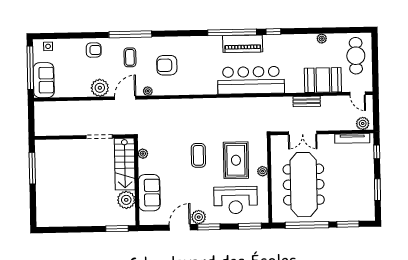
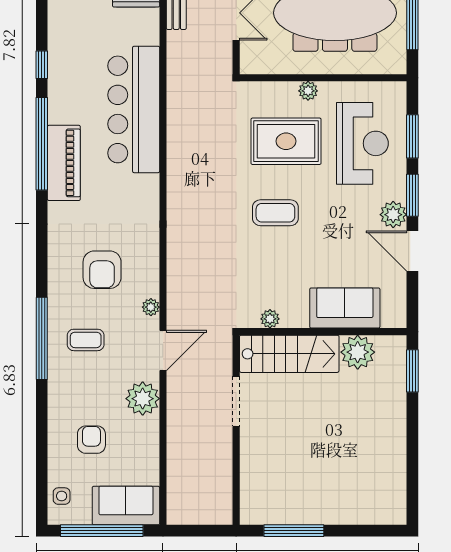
piano: (243, 44) -> (64, 163), moved
armchair: (94, 50) -> (91, 440), moved
door: (125, 98) -> (163, 350), swing flipped
window: (250, 226) -> (412, 136), moved

